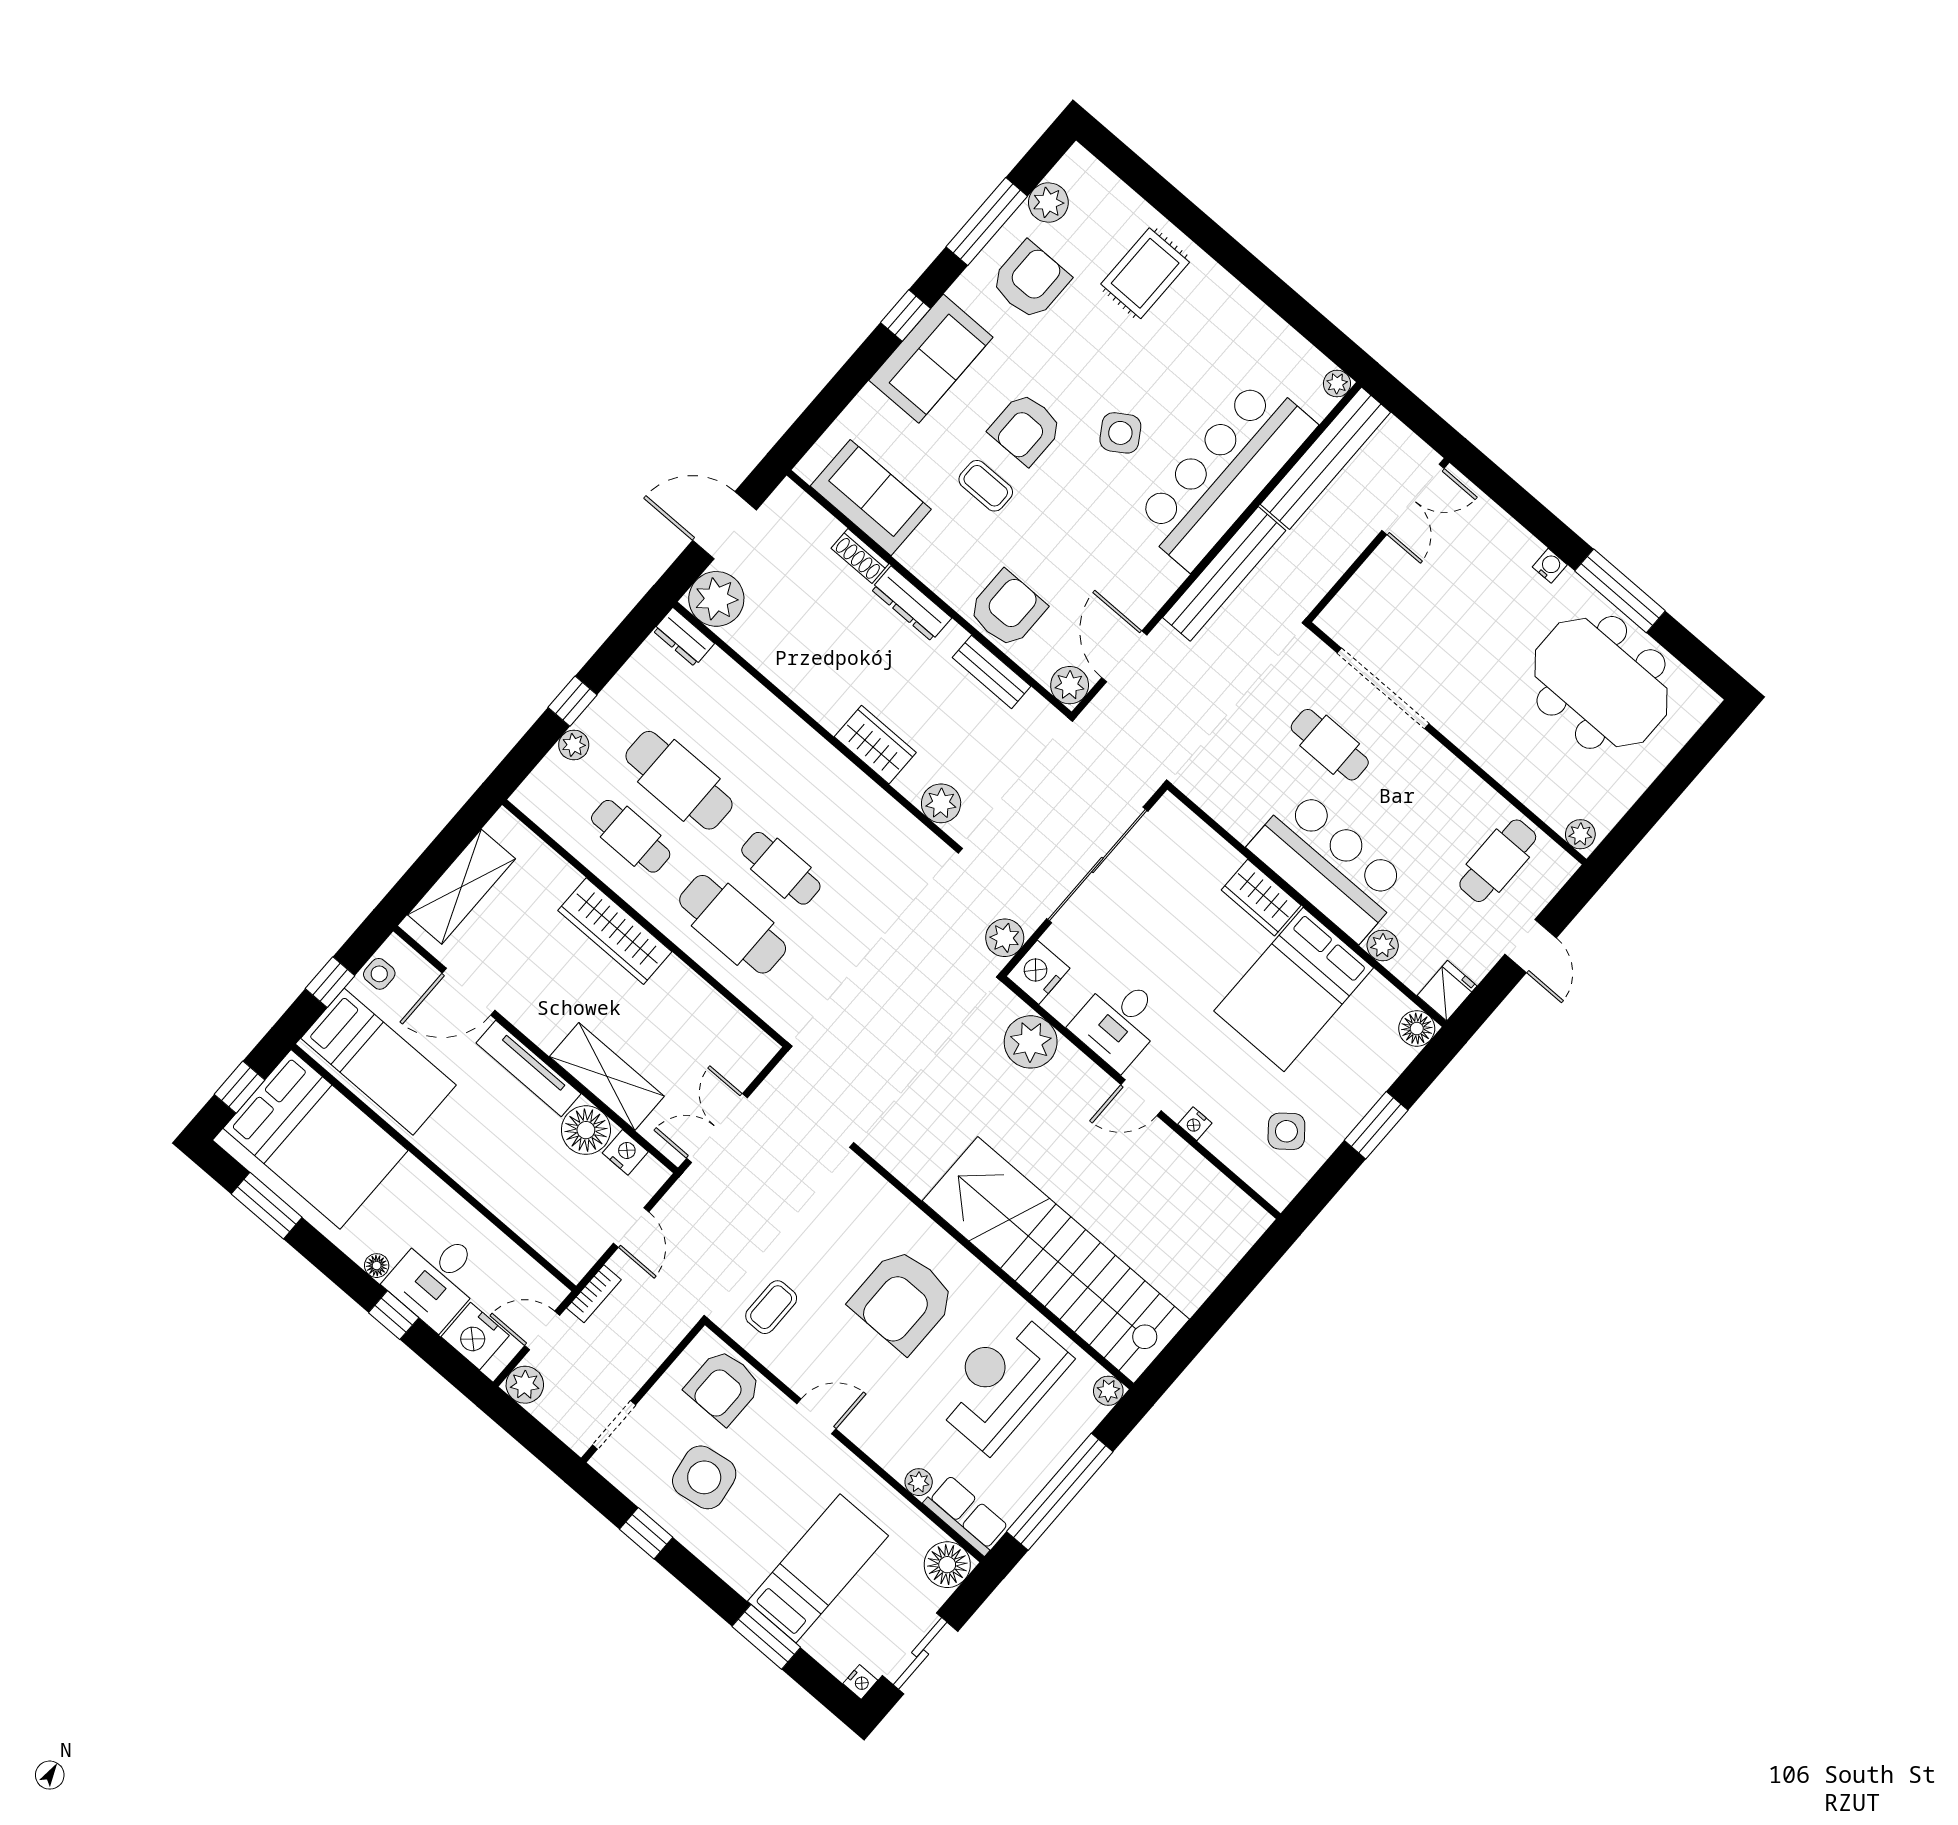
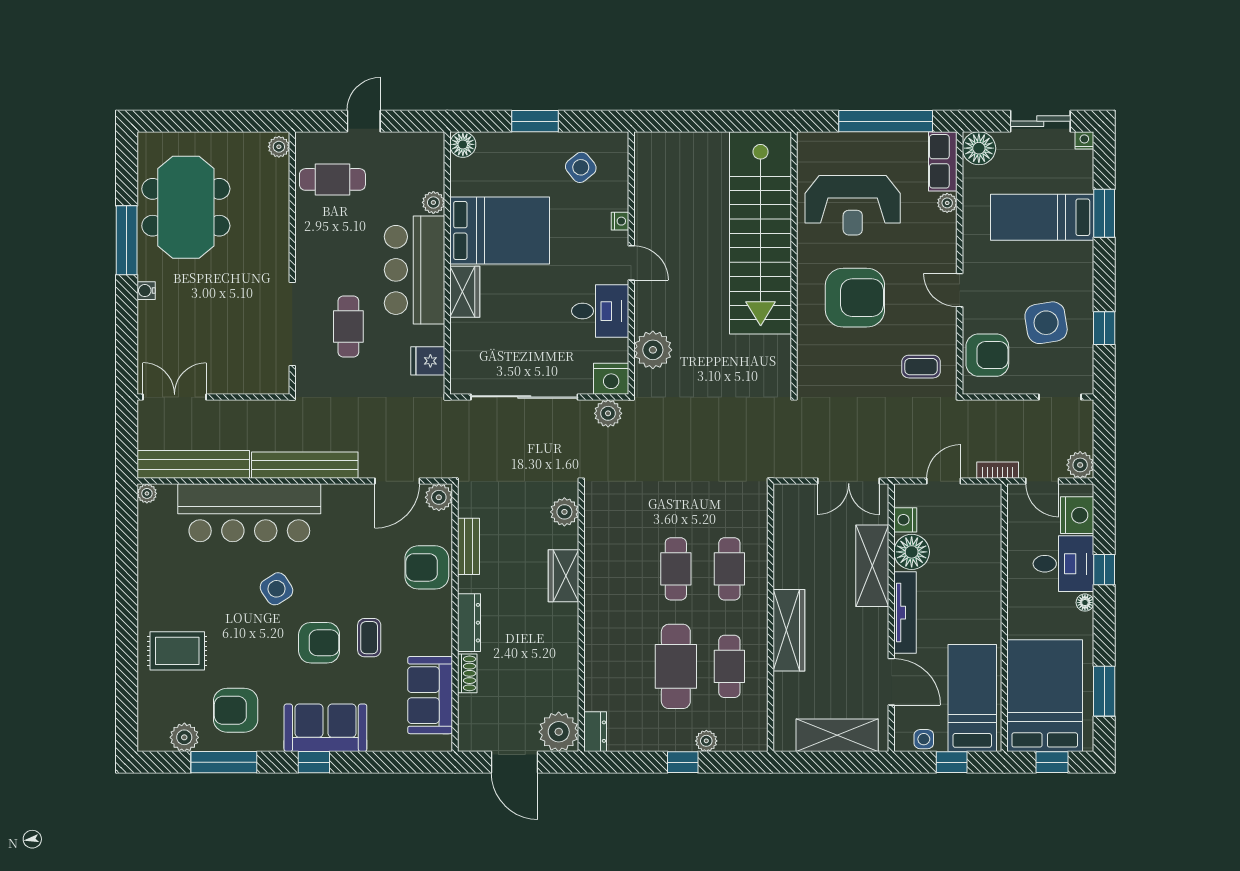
cafe table: (733, 924) -> (729, 569), width x0.73, depth x0.74
fridge: (1447, 991) -> (428, 361), moved
plant: (1108, 1391) -> (807, 142), removed

